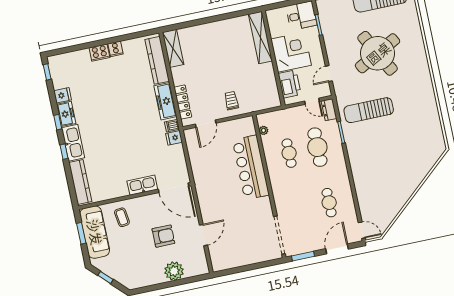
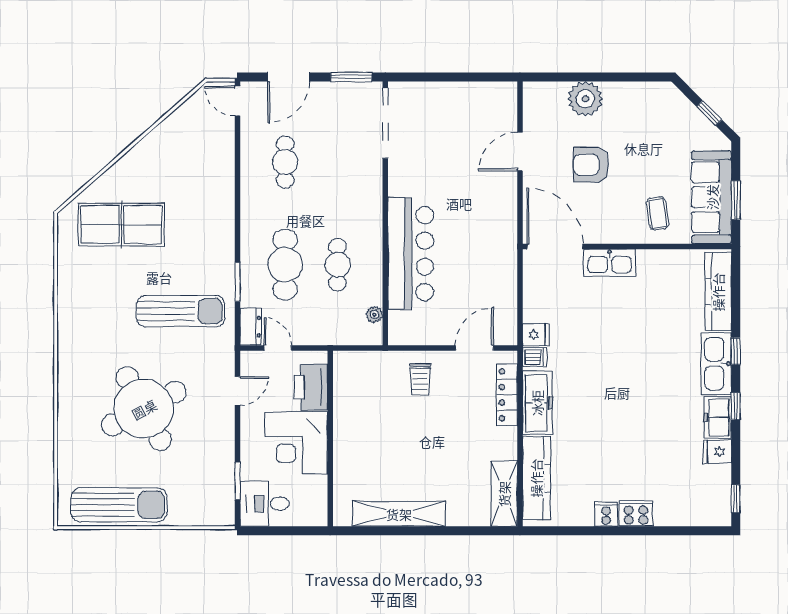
shelving: (260, 38) -> (399, 514), moved, turned 90
table tennis table: (411, 150) -> (121, 225), added

